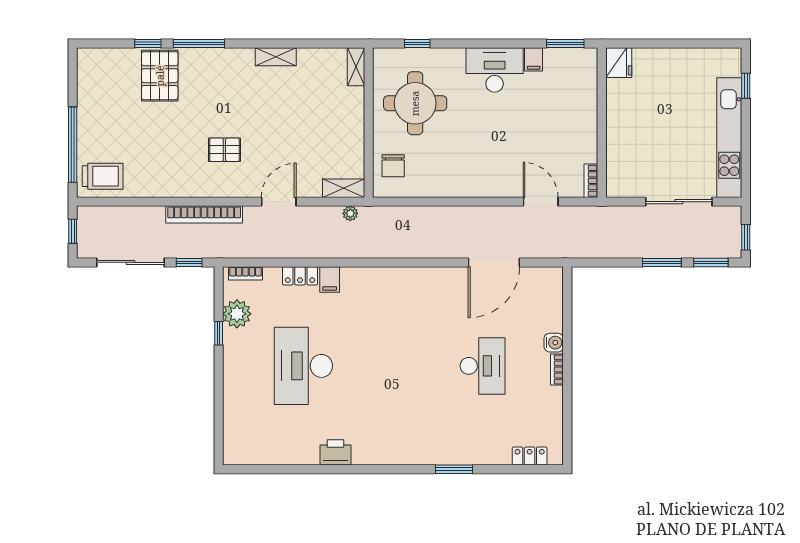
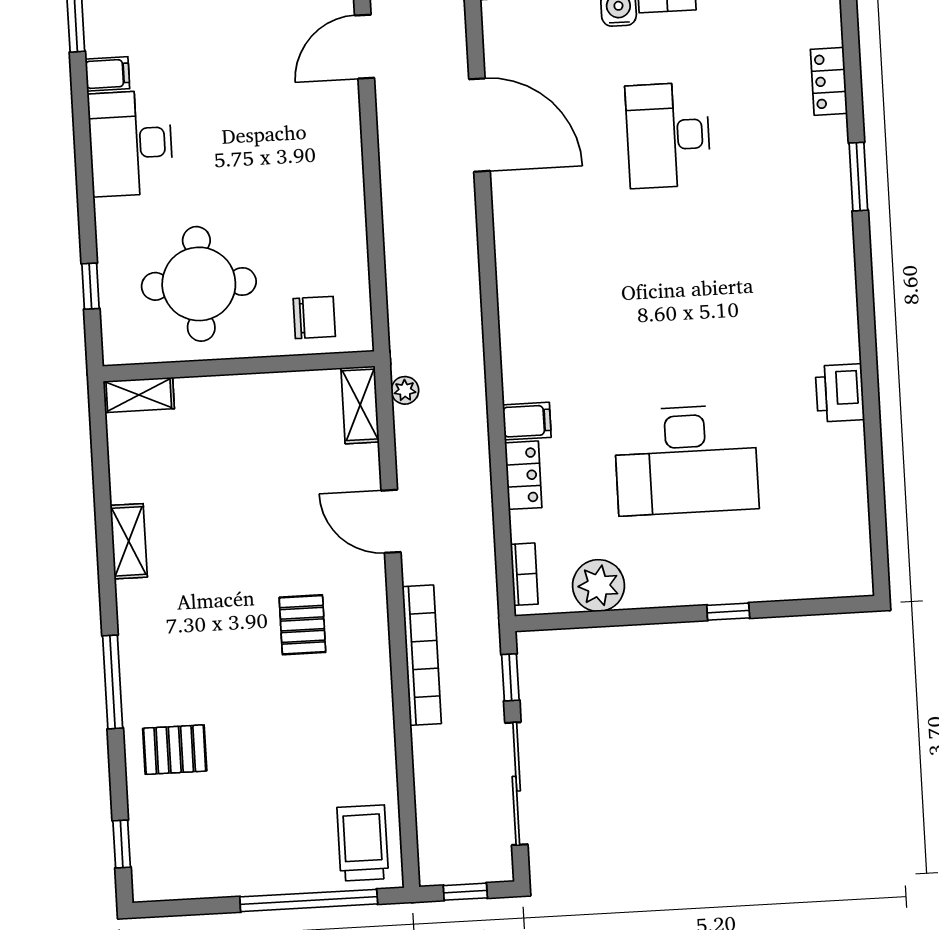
window: (148, 44) -> (122, 844), moved
pallet: (160, 76) -> (175, 750), width x0.67, depth x0.71
window: (219, 333) -> (728, 612), moved
desk: (483, 366) -> (668, 135), turned -90
locker: (530, 456) -> (829, 81), moved

